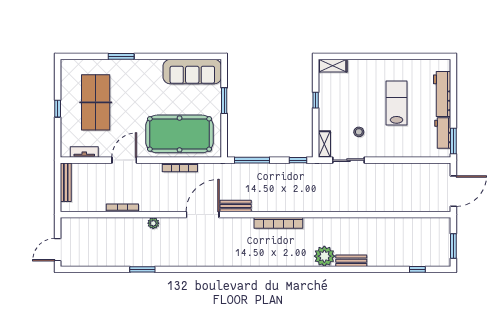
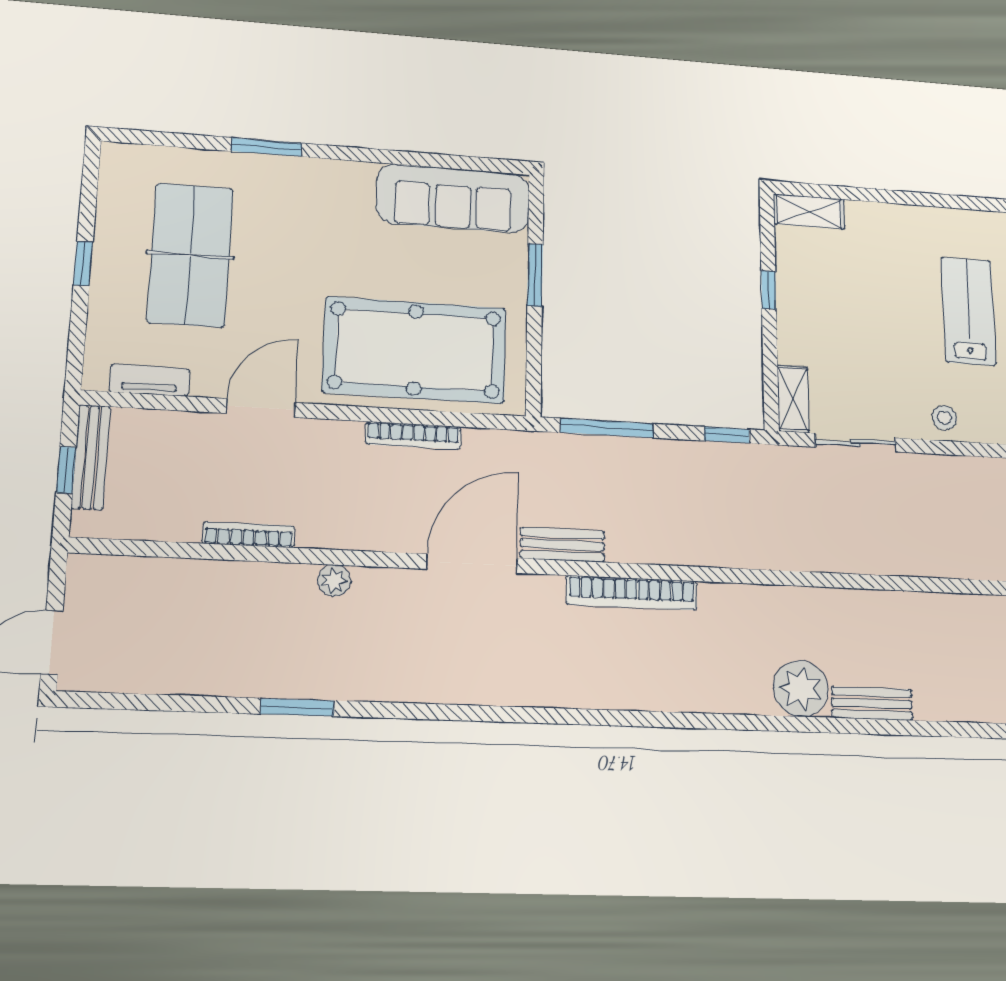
stool: (359, 132) -> (944, 418), moved
window: (58, 187) -> (66, 470), added
bookcase: (278, 223) -> (632, 593), moved

